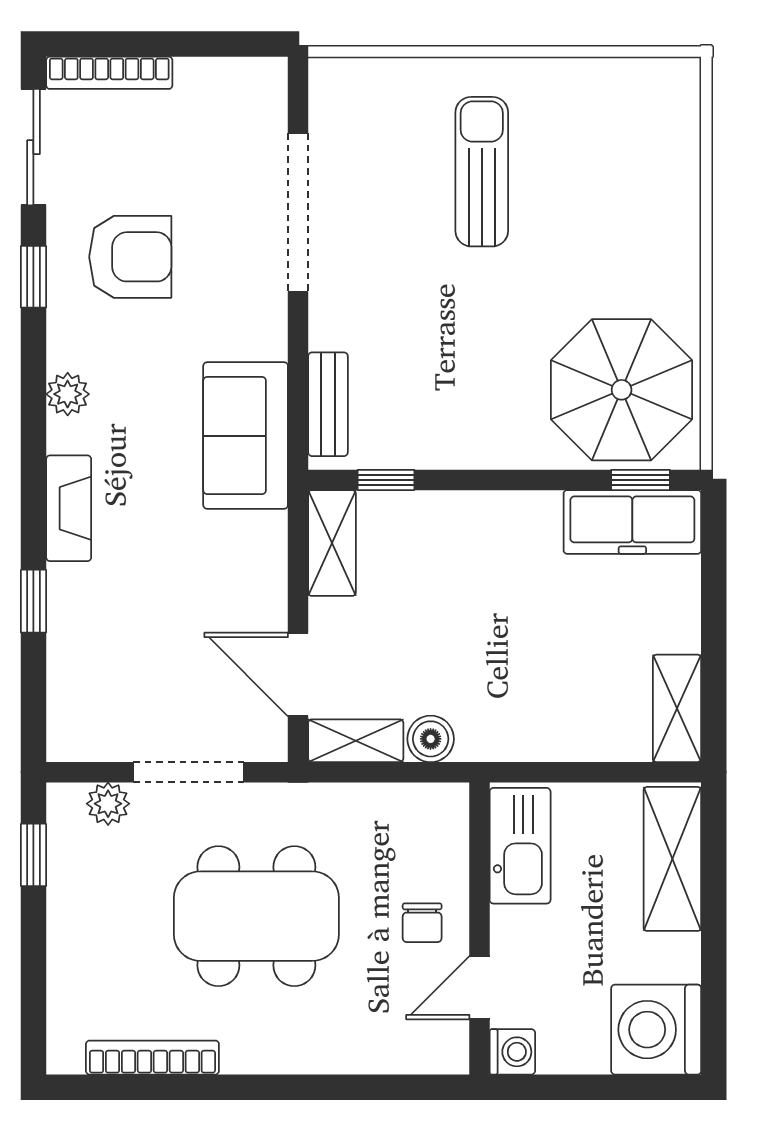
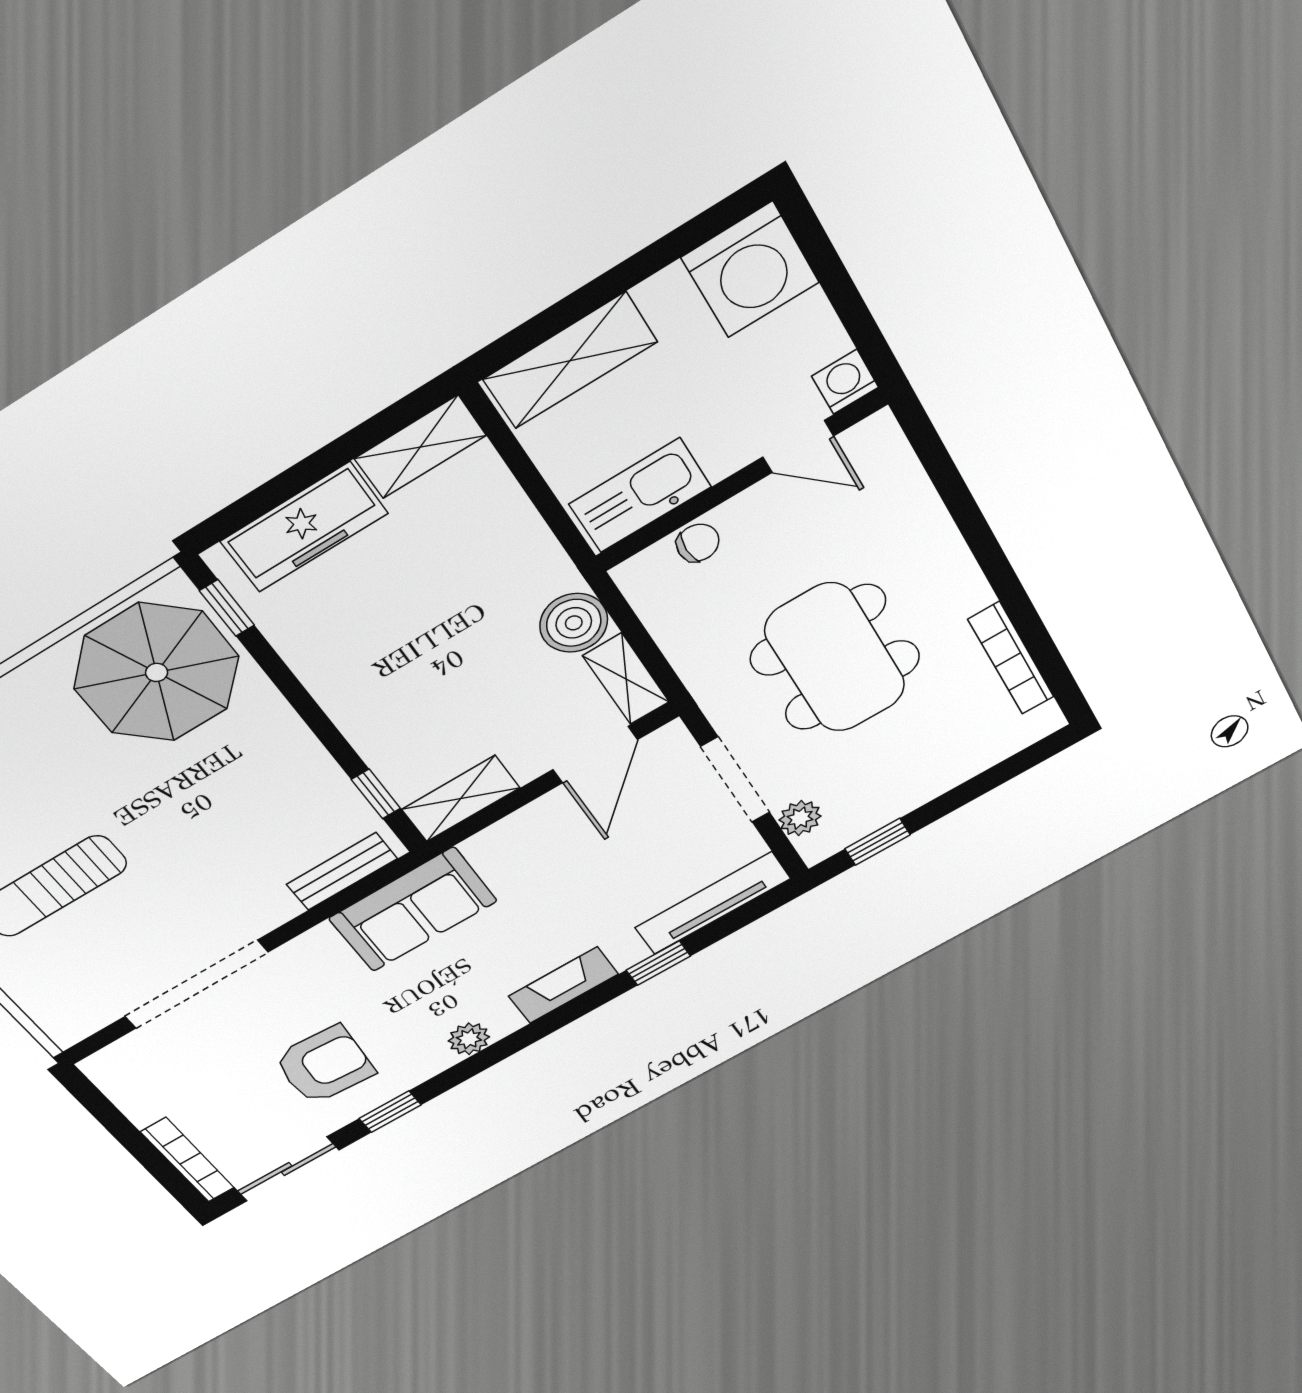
armchair: (130, 257) -> (324, 1065), turned 94
freezer: (632, 522) -> (304, 527), moved, turned 90
tv unit: (68, 683) -> (713, 903), added
boiler: (431, 739) -> (574, 623), width x1.36, depth x1.36
chair: (422, 923) -> (698, 543), moved

